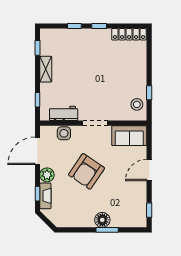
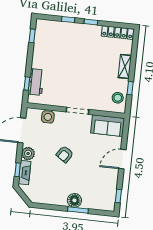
shelving: (46, 69) -> (125, 66), moved
workbench: (64, 113) -> (36, 82), moved, turned 90
armchair: (87, 171) -> (65, 154), width x0.53, depth x0.53

